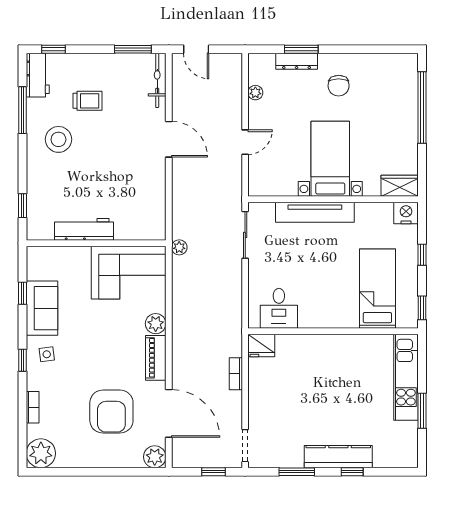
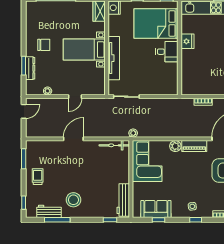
door: (196, 49) -> (24, 111), moved
workbench: (38, 75) -> (49, 211), moved
bicycle: (157, 80) -> (114, 145), moved
trolley: (87, 101) -> (38, 177), moved
door: (245, 142) -> (75, 97), swing flipped
workbench: (84, 229) -> (123, 200), moved
bed: (377, 289) -> (156, 23), width x1.50
sofa: (42, 308) -> (156, 209), moved
desk: (279, 308) -> (167, 52), moved
fridge: (261, 345) -> (187, 41), moved

